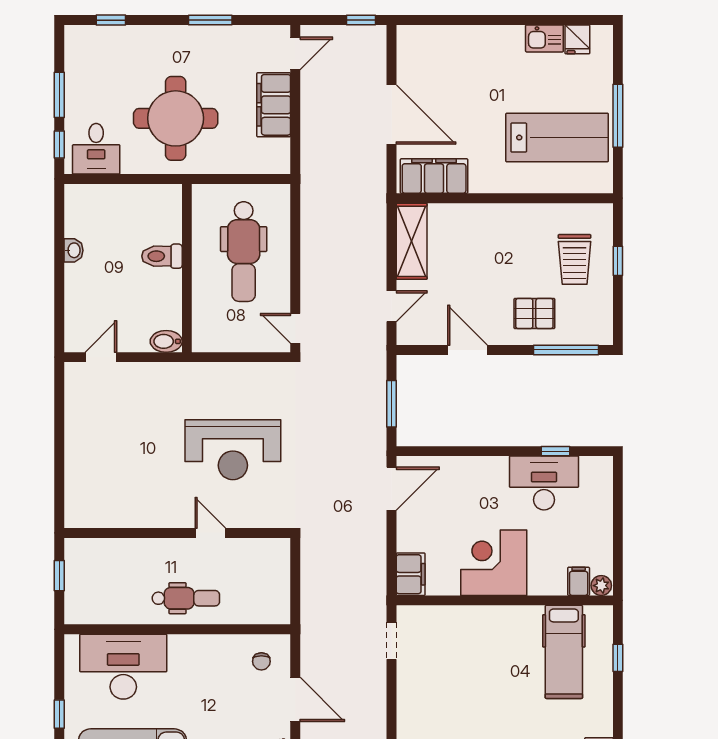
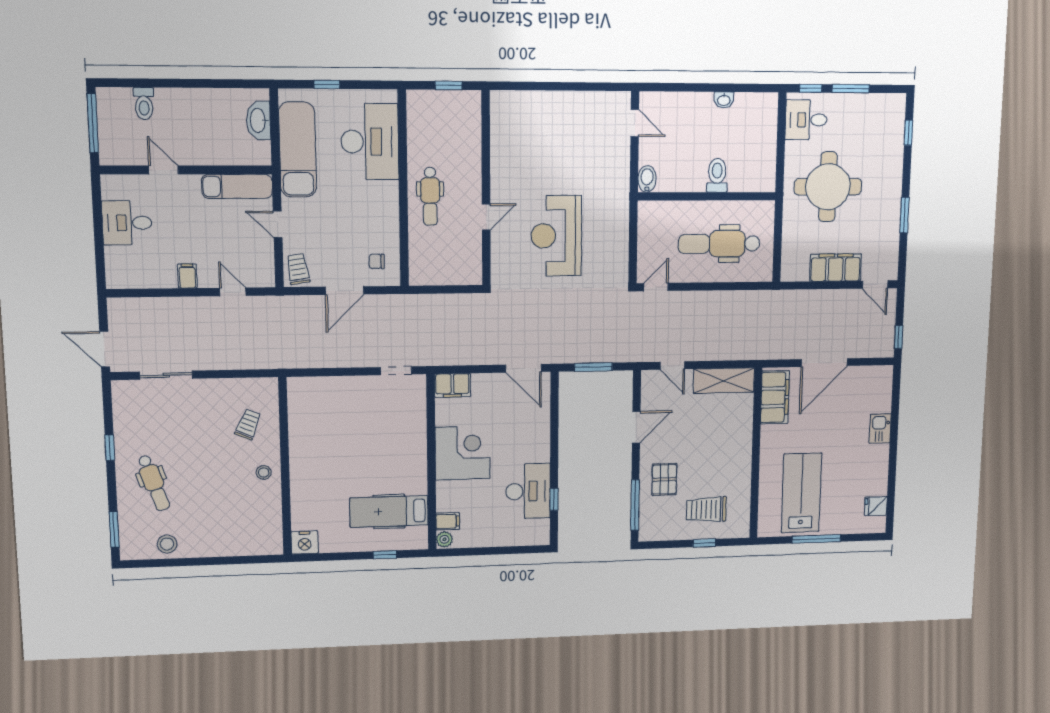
kitchen sink: (544, 38) -> (880, 429), moved
lab bench: (557, 138) -> (801, 493), turned 180

